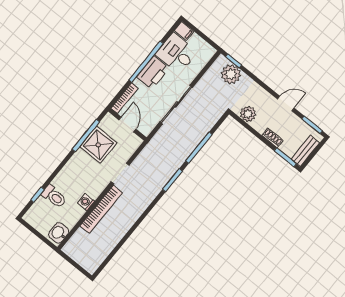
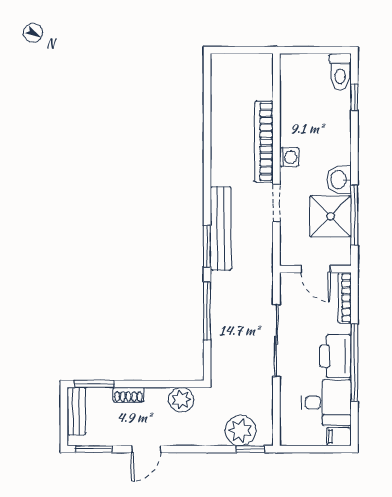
bench: (158, 183) -> (221, 229), added
toilet: (54, 196) -> (340, 72), moved, turned -90
washing machine: (86, 202) -> (289, 157), moved
washbasin: (59, 233) -> (339, 179), moved, turned 180

